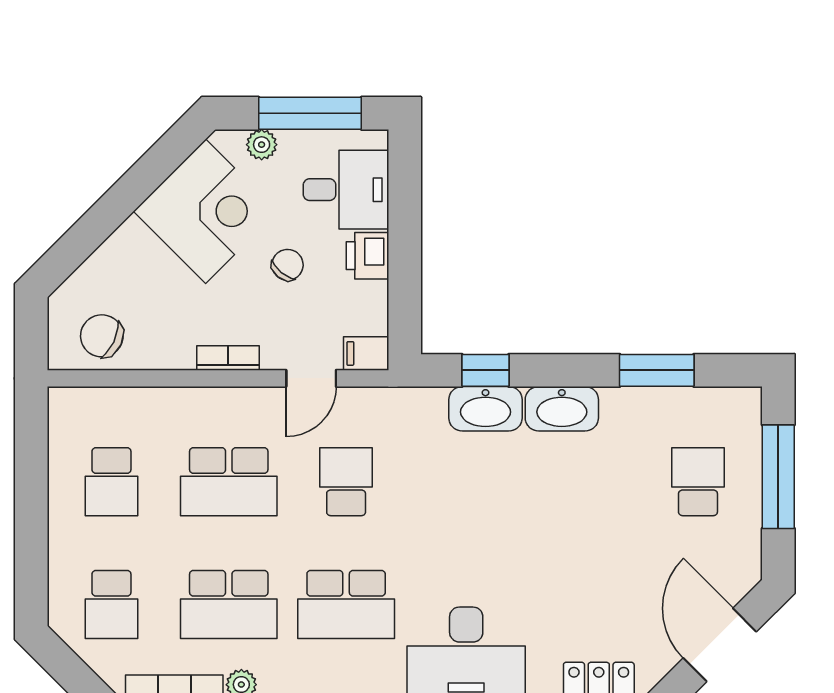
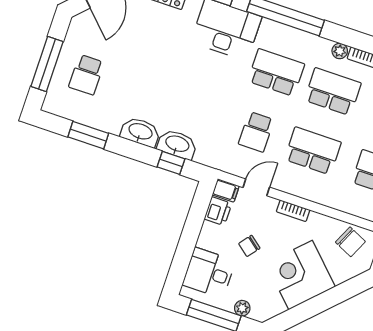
corner desk: (206, 211) -> (301, 275), moved
printer: (367, 256) -> (218, 211), moved

